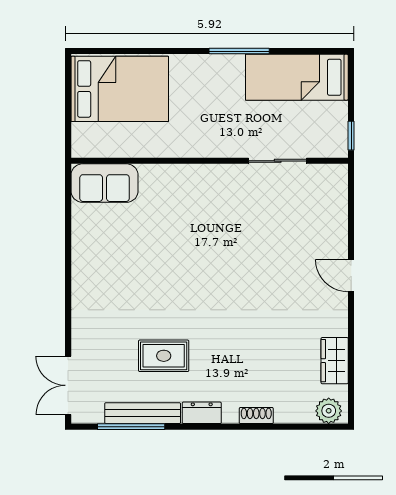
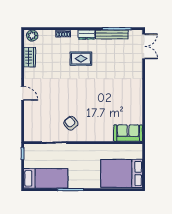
armchair: (238, 206) -> (71, 123), added
rug: (164, 356) -> (81, 59), moved

